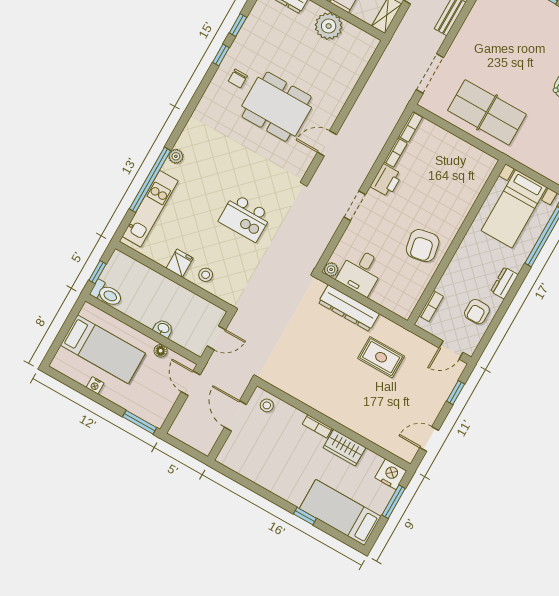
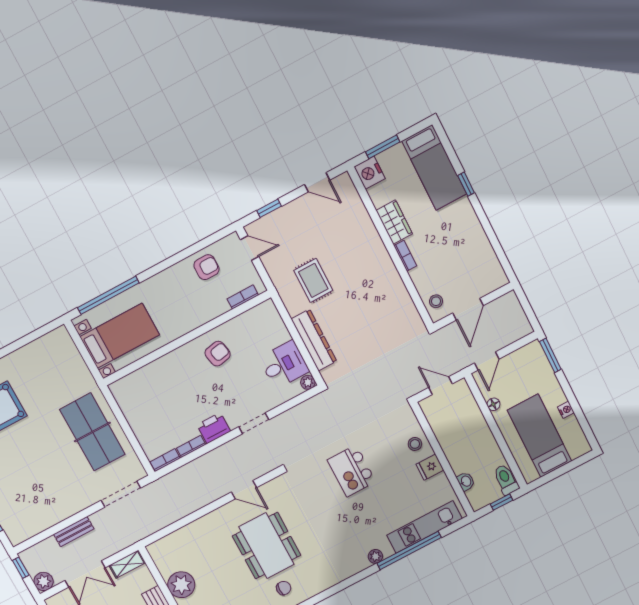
kitchen island: (245, 218) -> (352, 471), turned 180
armchair: (423, 246) -> (218, 354), width x0.72, depth x0.72
dresser: (504, 283) -> (167, 277), removed
washbasin: (163, 328) -> (466, 481), moved, turned 180

